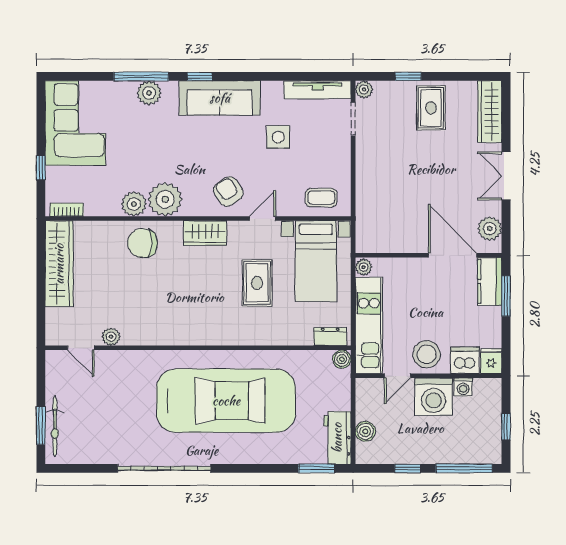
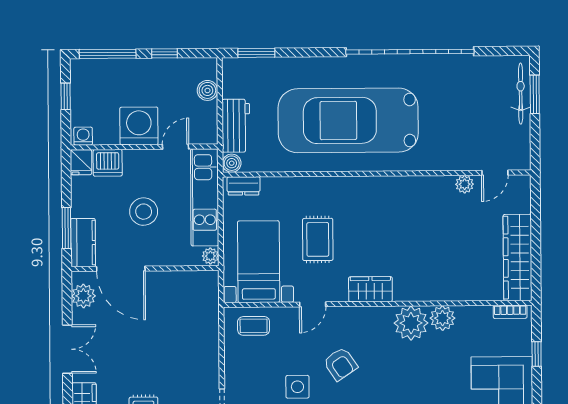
armchair: (228, 191) -> (340, 364), moved
chair: (142, 243) -> (434, 279), removed
door: (81, 348) -> (495, 173), swing flipped
stool: (427, 354) -> (144, 212), moved
washing machine: (463, 387) -> (83, 136), moved
workbench: (337, 438) -> (236, 126), moved
garage door: (164, 468) -> (410, 52), width x1.36

